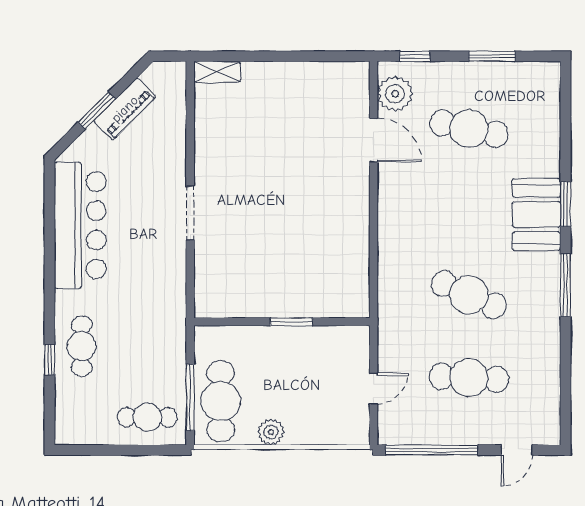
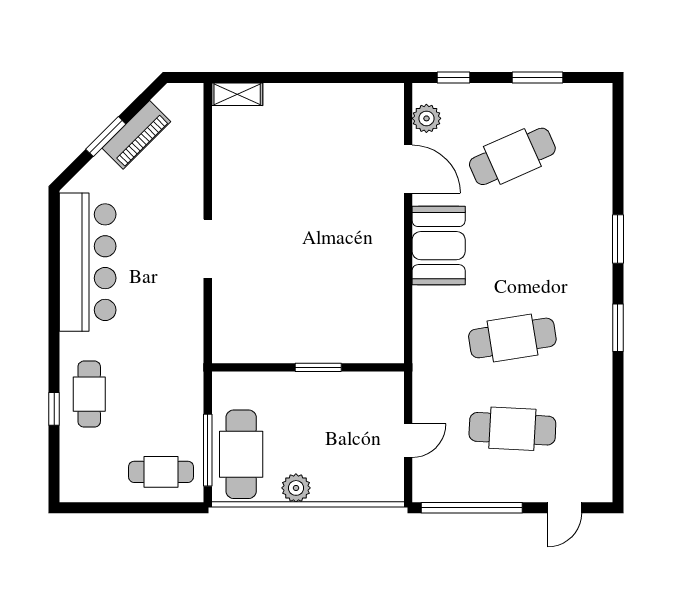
plant: (395, 94) -> (426, 118), width x0.73, depth x0.73
cafe table: (469, 129) -> (512, 156), turned -36
booth: (536, 215) -> (439, 246), moved
window: (566, 285) -> (618, 328), width x0.69
cafe table: (469, 295) -> (512, 338), turned -33

